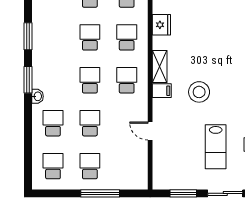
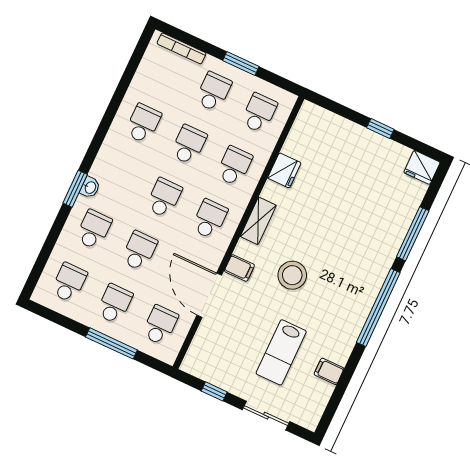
window: (28, 36) -> (113, 108), removed
school desk: (53, 37) -> (143, 124), added
window: (28, 80) -> (75, 189), moved
filing cabinet: (162, 91) -> (239, 268), moved
door: (150, 131) -> (209, 295), width x1.87
school desk: (127, 166) -> (160, 325), added
window: (183, 193) -> (214, 391), width x0.67

